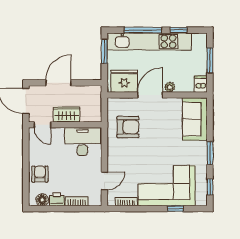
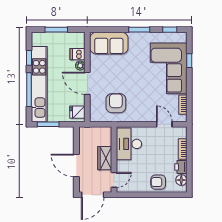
fridge: (124, 81) -> (77, 112), width x0.53, depth x0.75
dishwasher: (201, 84) -> (77, 54), moved

